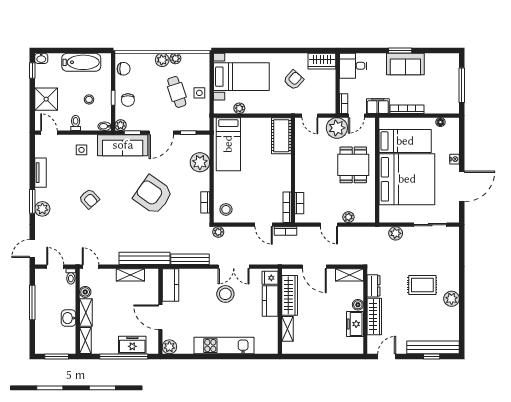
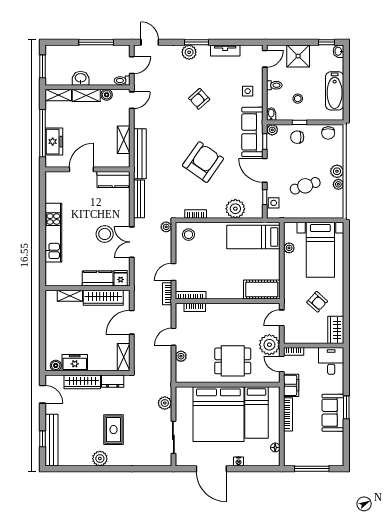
side table: (199, 93) -> (274, 203), moved
boiler: (358, 305) -> (56, 366), moved
plant: (169, 347) -> (52, 178), removed

